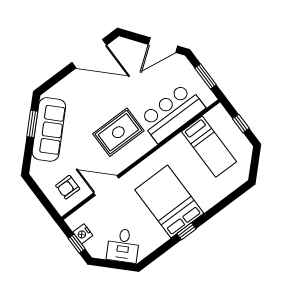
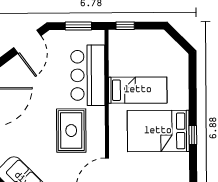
window: (241, 123) -> (125, 26), moved
bed: (209, 147) -> (138, 90), moved

